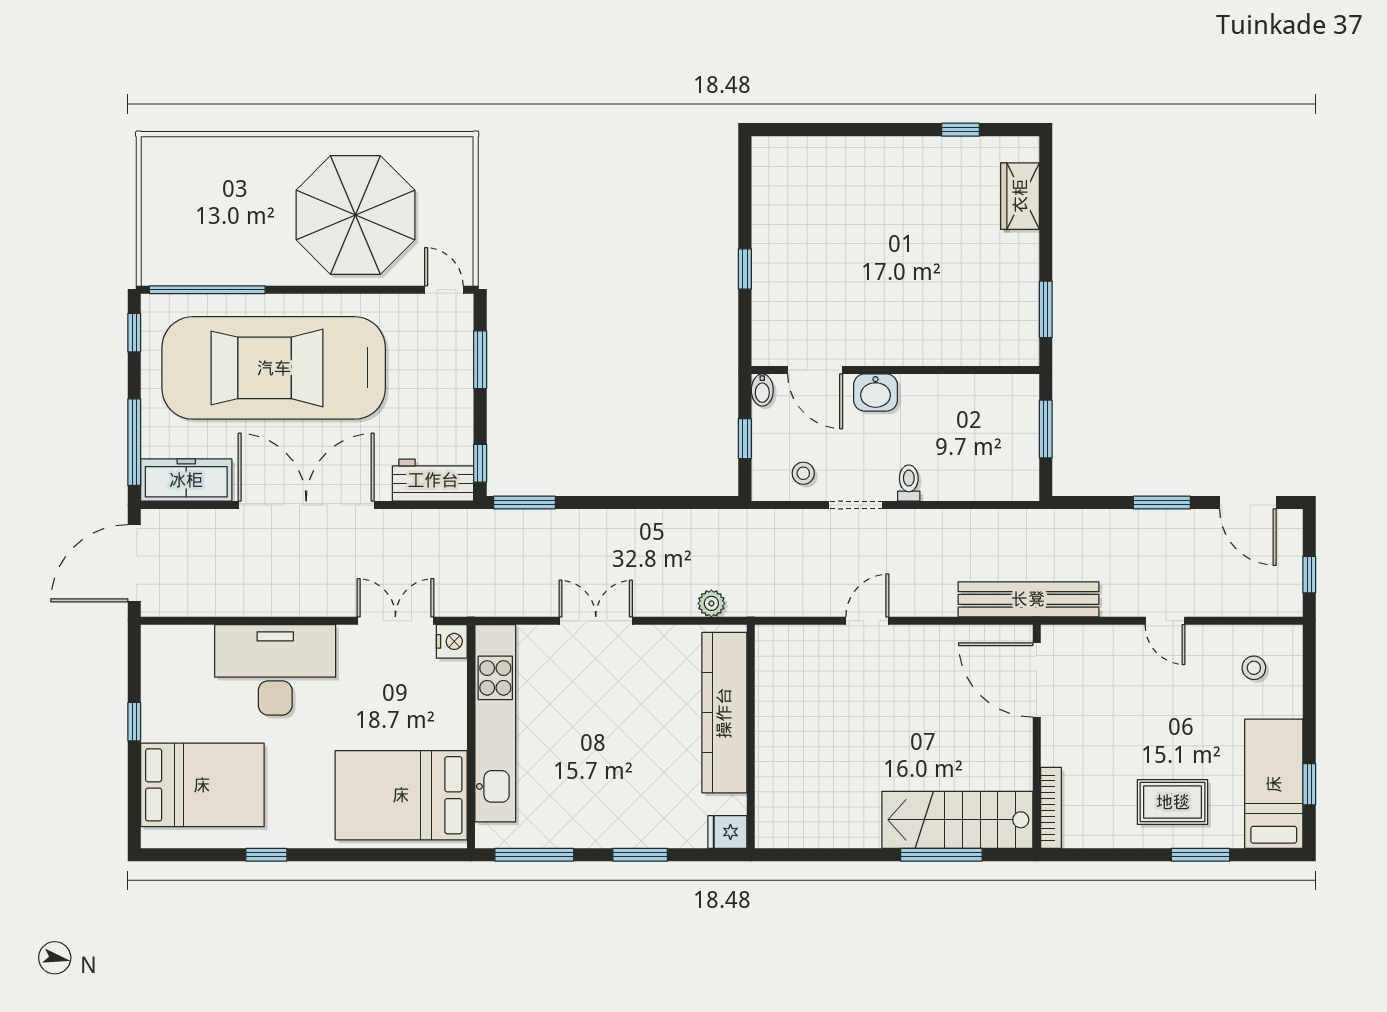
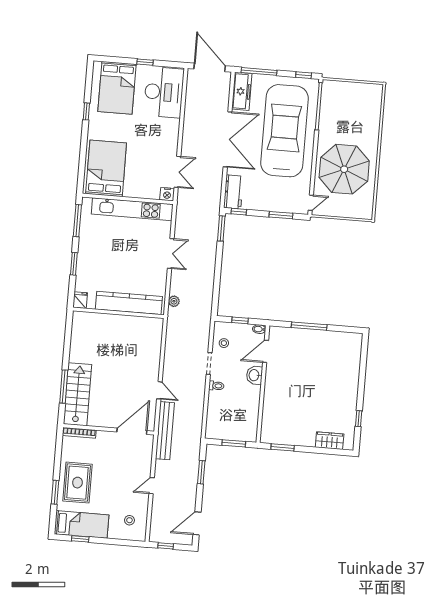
window: (745, 269) -> (309, 326), width x2.17
window: (1162, 502) -> (201, 472), moved
door: (867, 621) -> (159, 390), moved
desk: (275, 670) -> (164, 92), moved
rug: (1173, 802) -> (77, 483), width x1.36, depth x1.43

